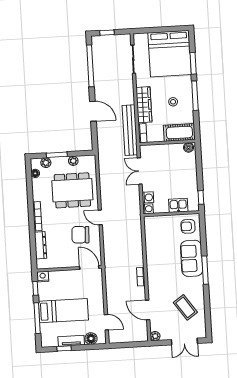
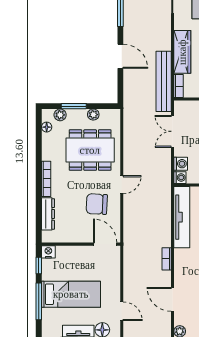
door: (100, 217) -> (122, 185), swing flipped
tv unit: (151, 242) -> (182, 217), added

